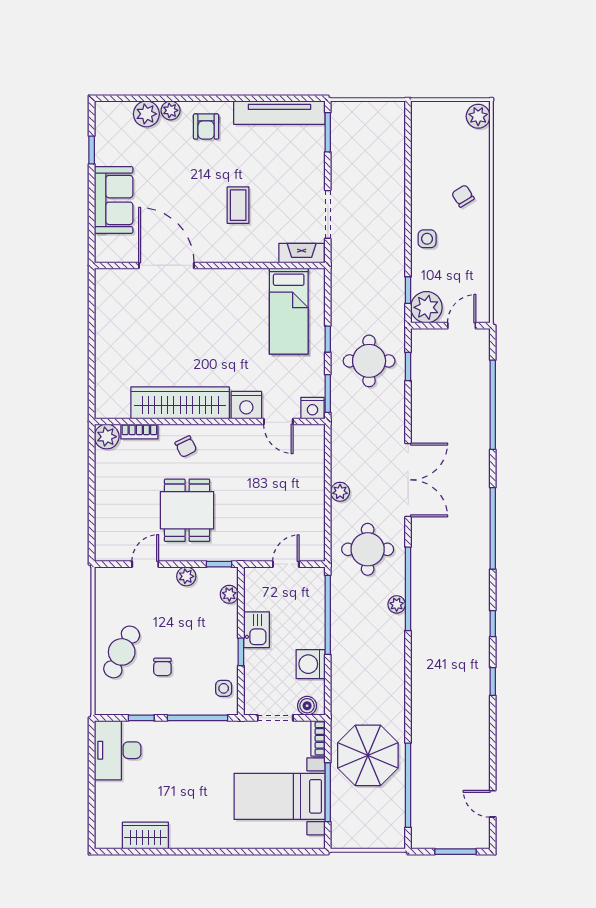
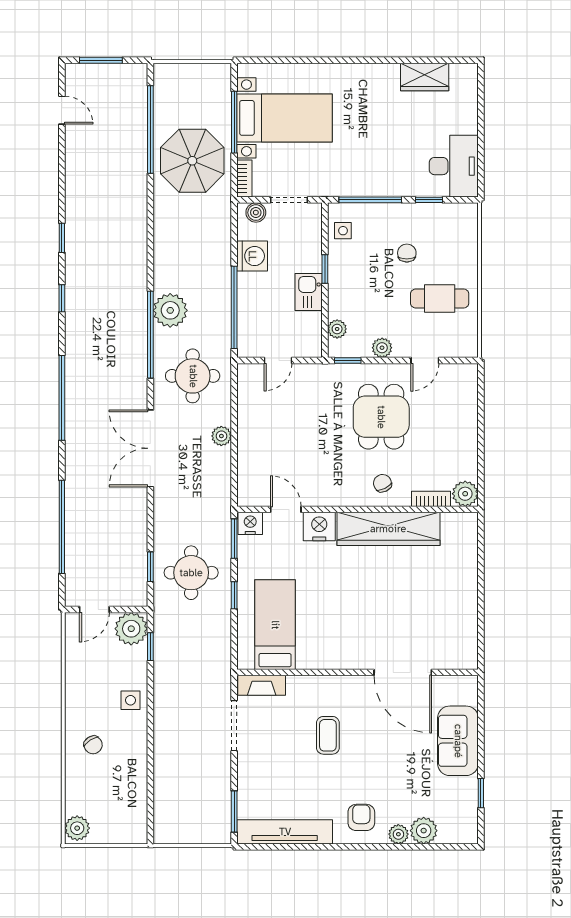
plant: (397, 604) -> (170, 310), width x1.88, depth x1.88
cafe table: (122, 652) -> (440, 299), moved, turned 63

